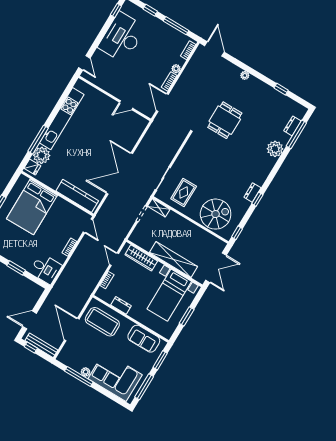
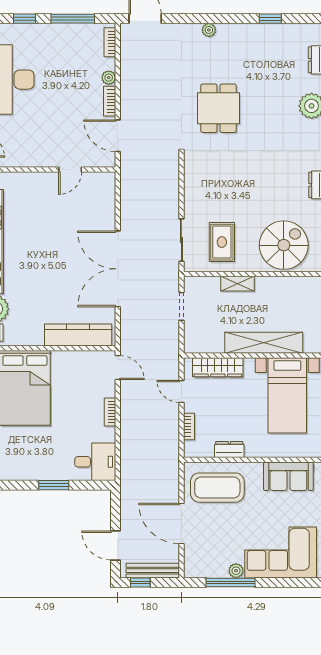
shelving: (159, 208) -> (238, 284), moved
door: (30, 320) -> (115, 546), hinge flipped

